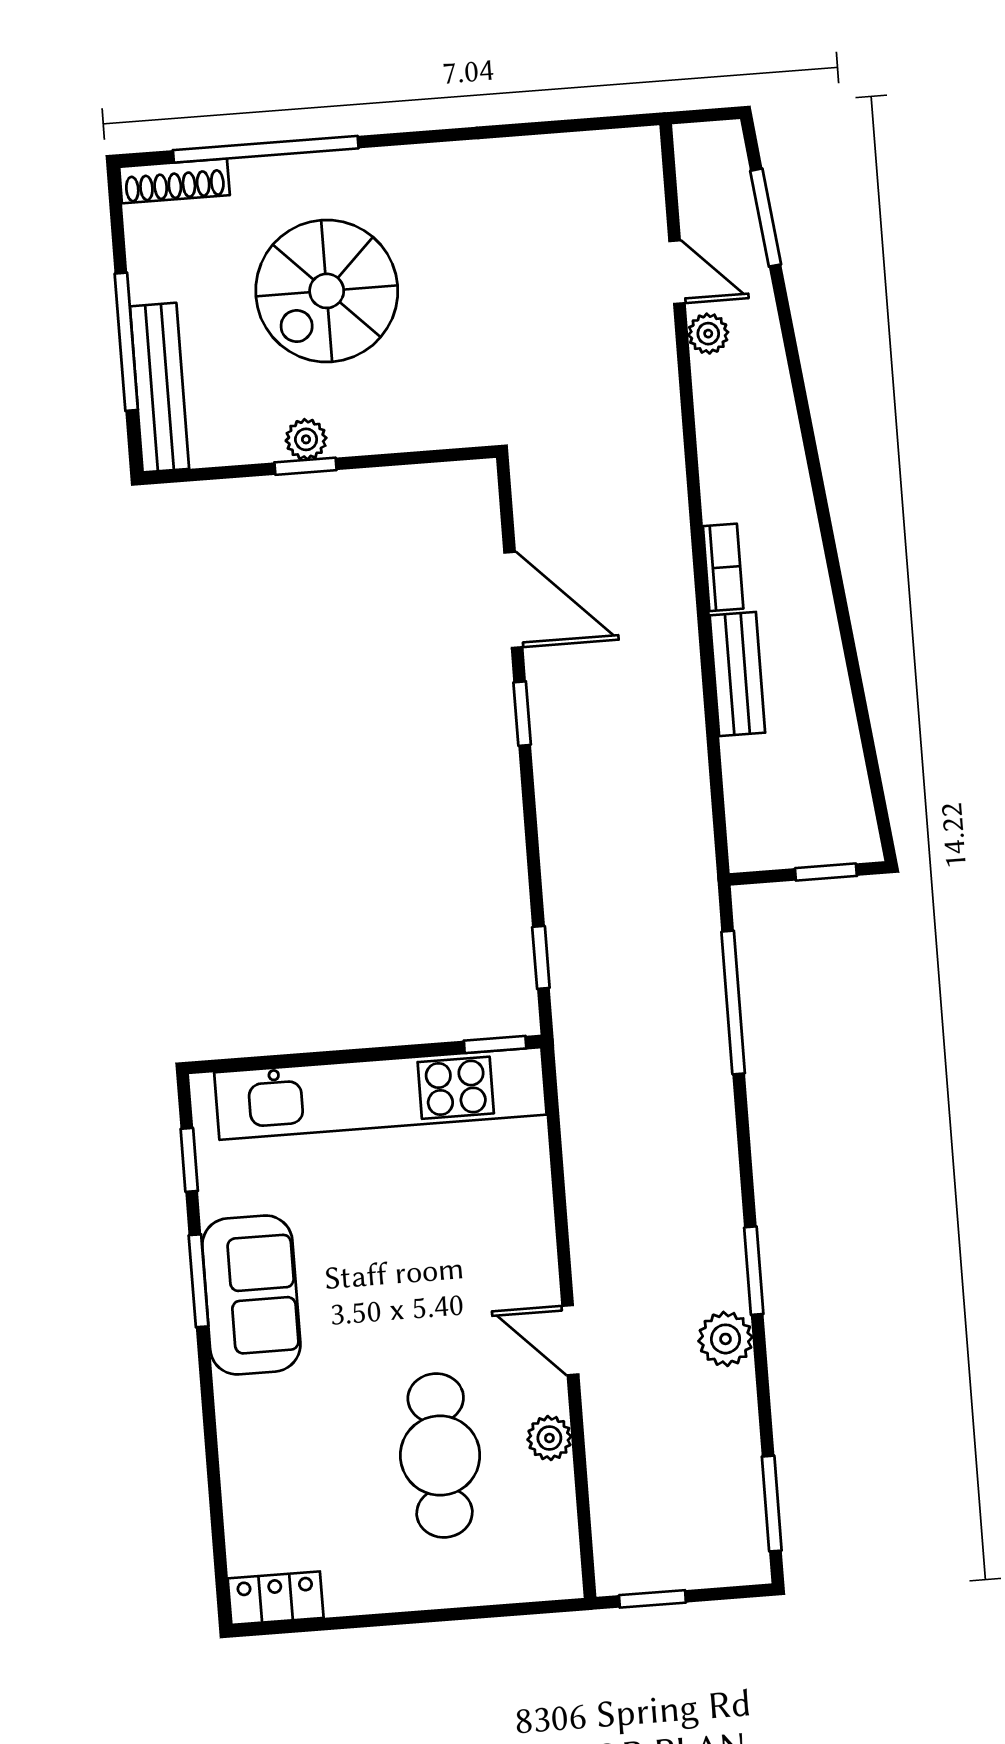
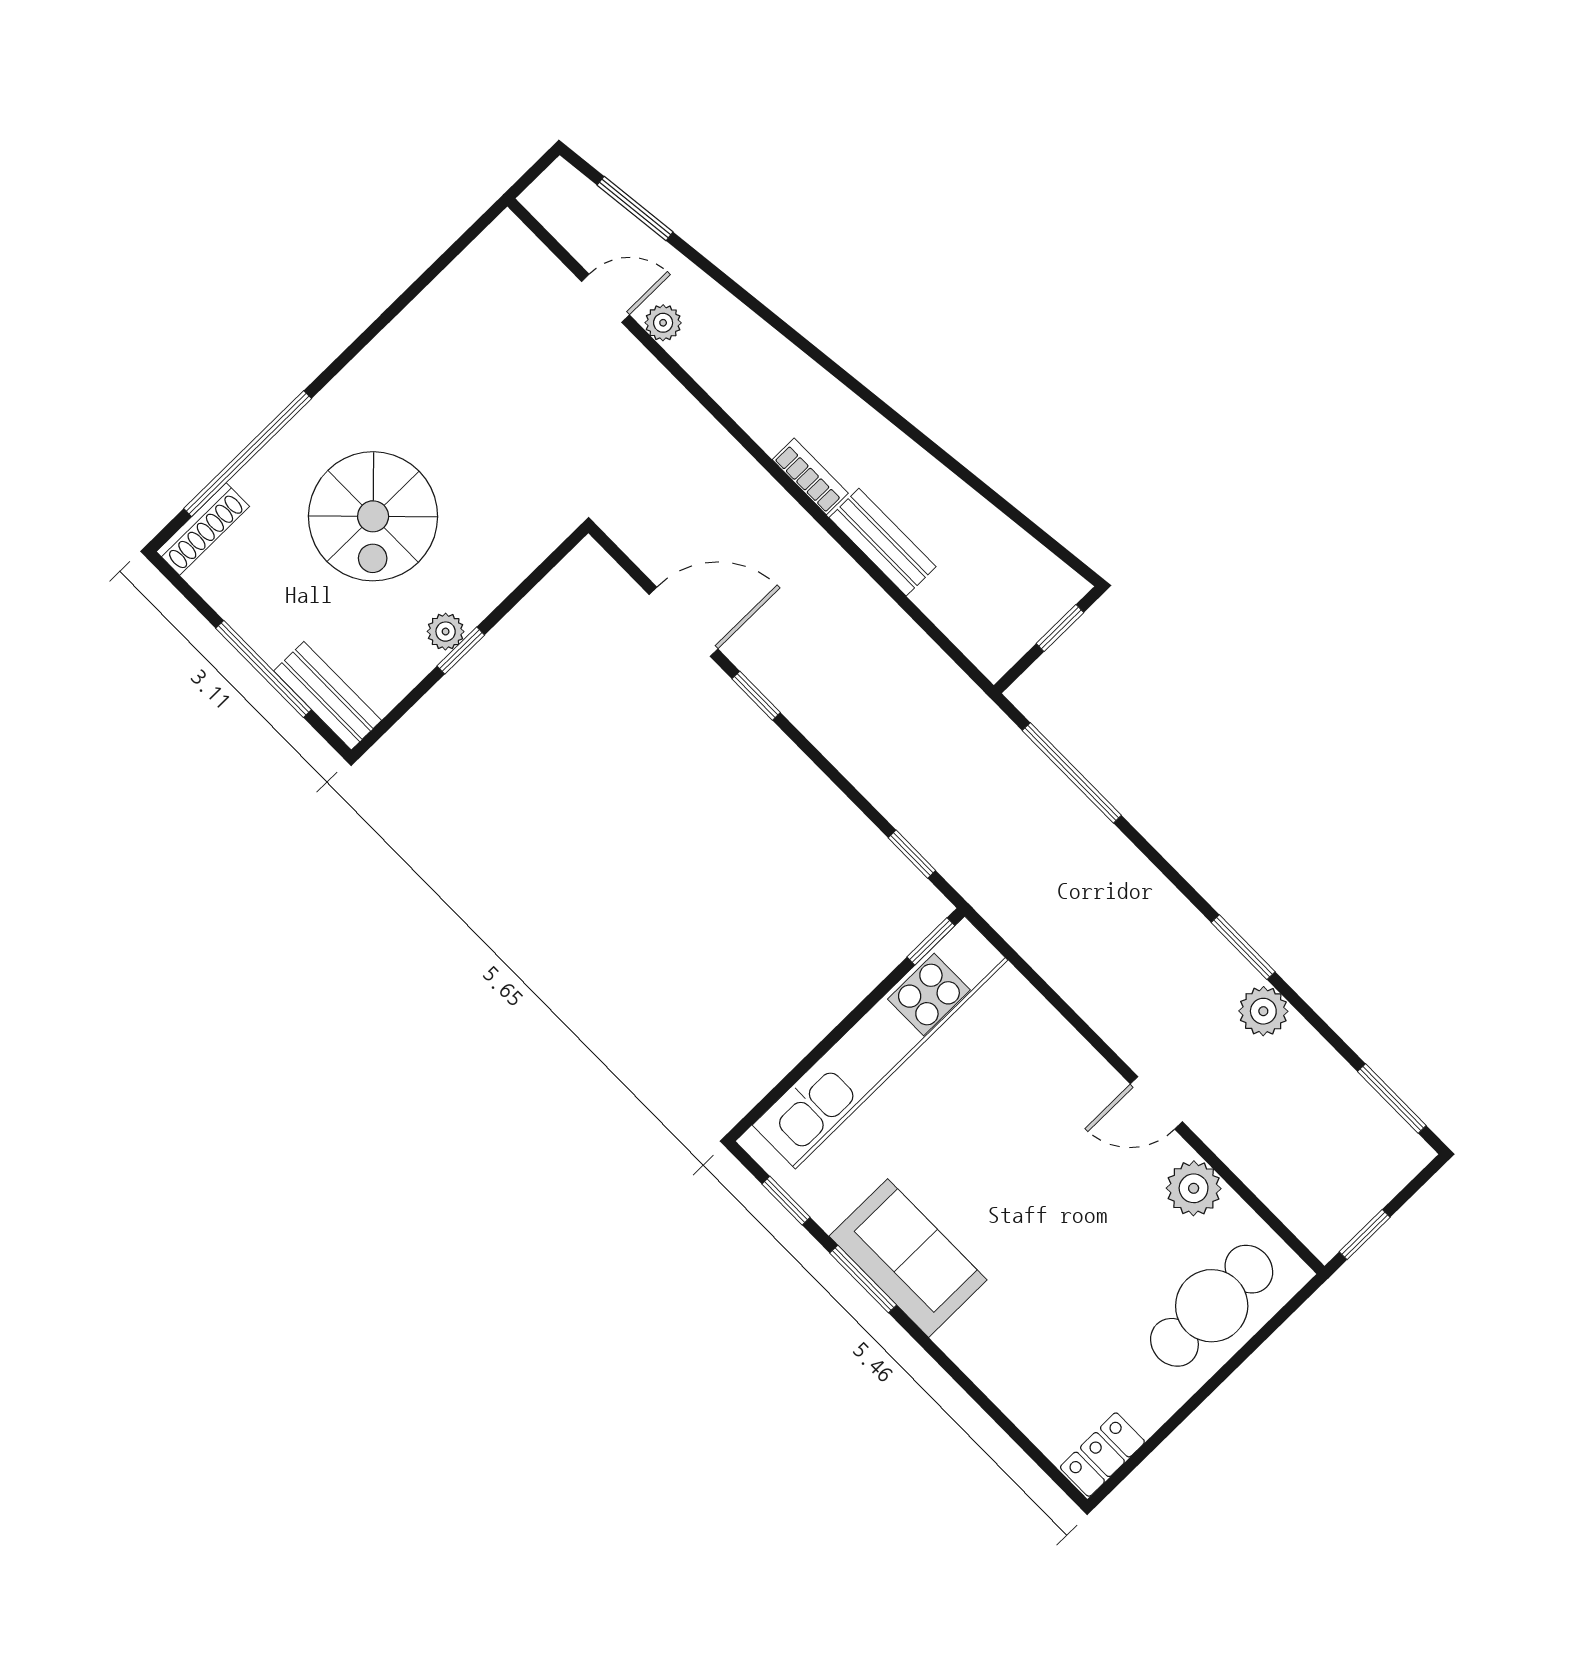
bench: (159, 388) -> (328, 696), width x0.73
plant: (549, 1438) -> (1194, 1188), width x1.38, depth x1.38
cafe table: (440, 1455) -> (1212, 1306), moved, turned 90

